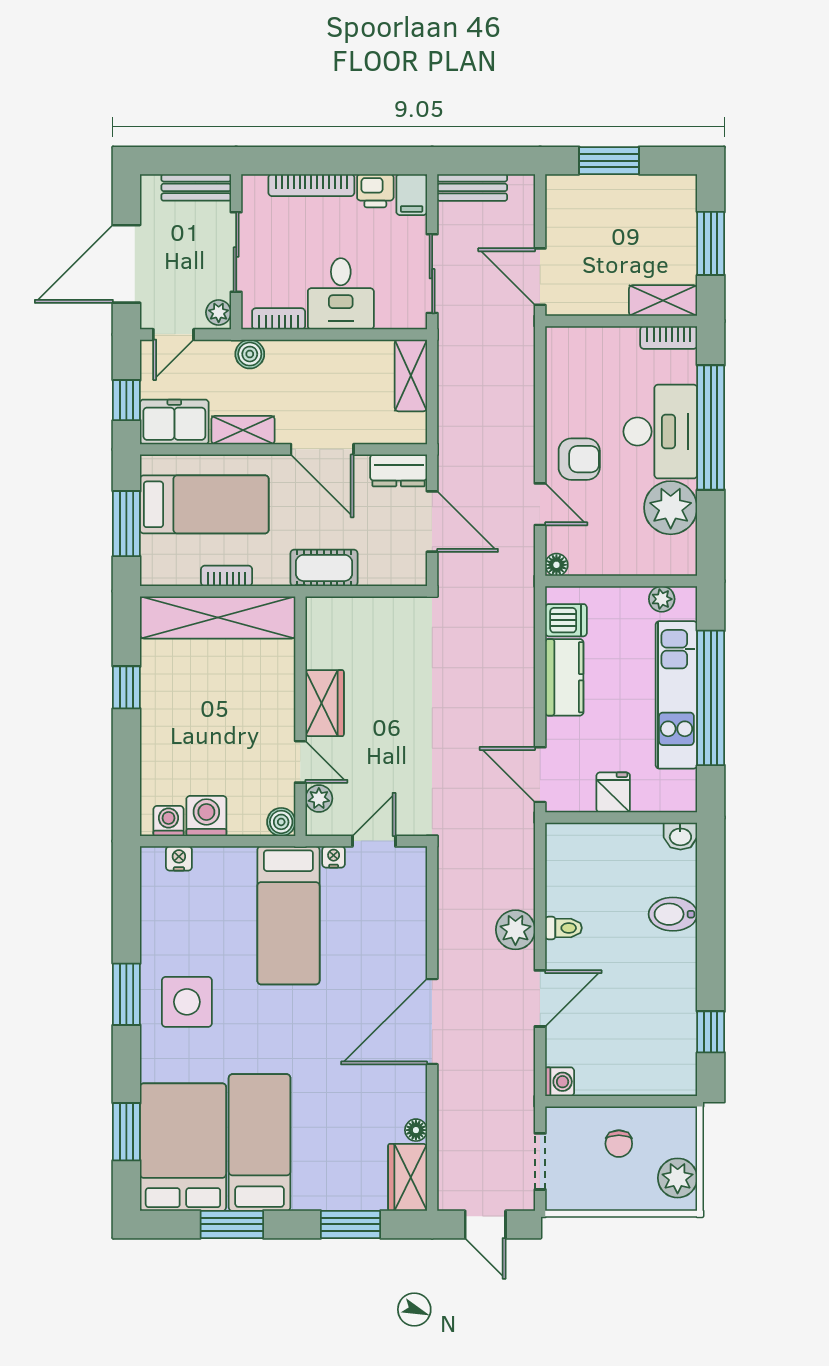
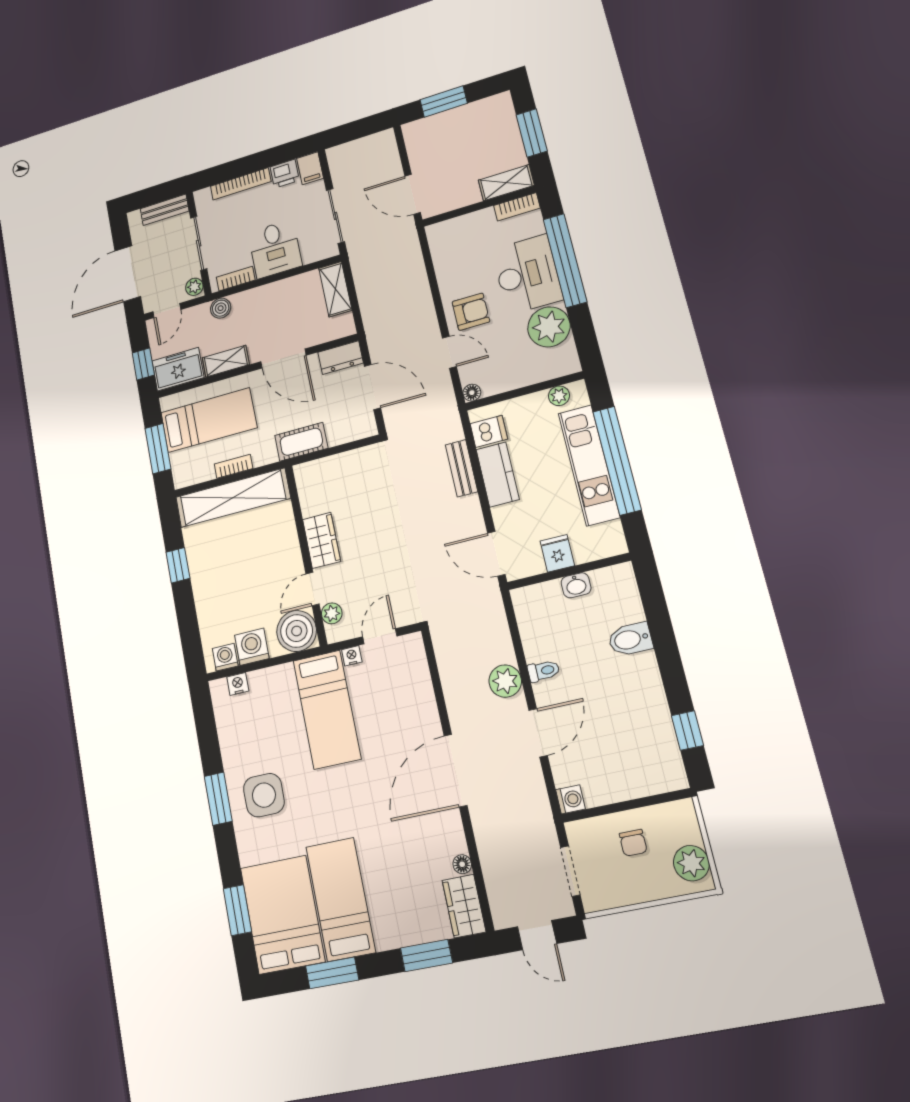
bench: (472, 187) -> (461, 468), moved, turned 90
door: (300, 762) -> (313, 589), swing flipped
boiler: (281, 822) -> (297, 631), width x1.86, depth x1.86
washbasin: (680, 836) -> (576, 585), moved

